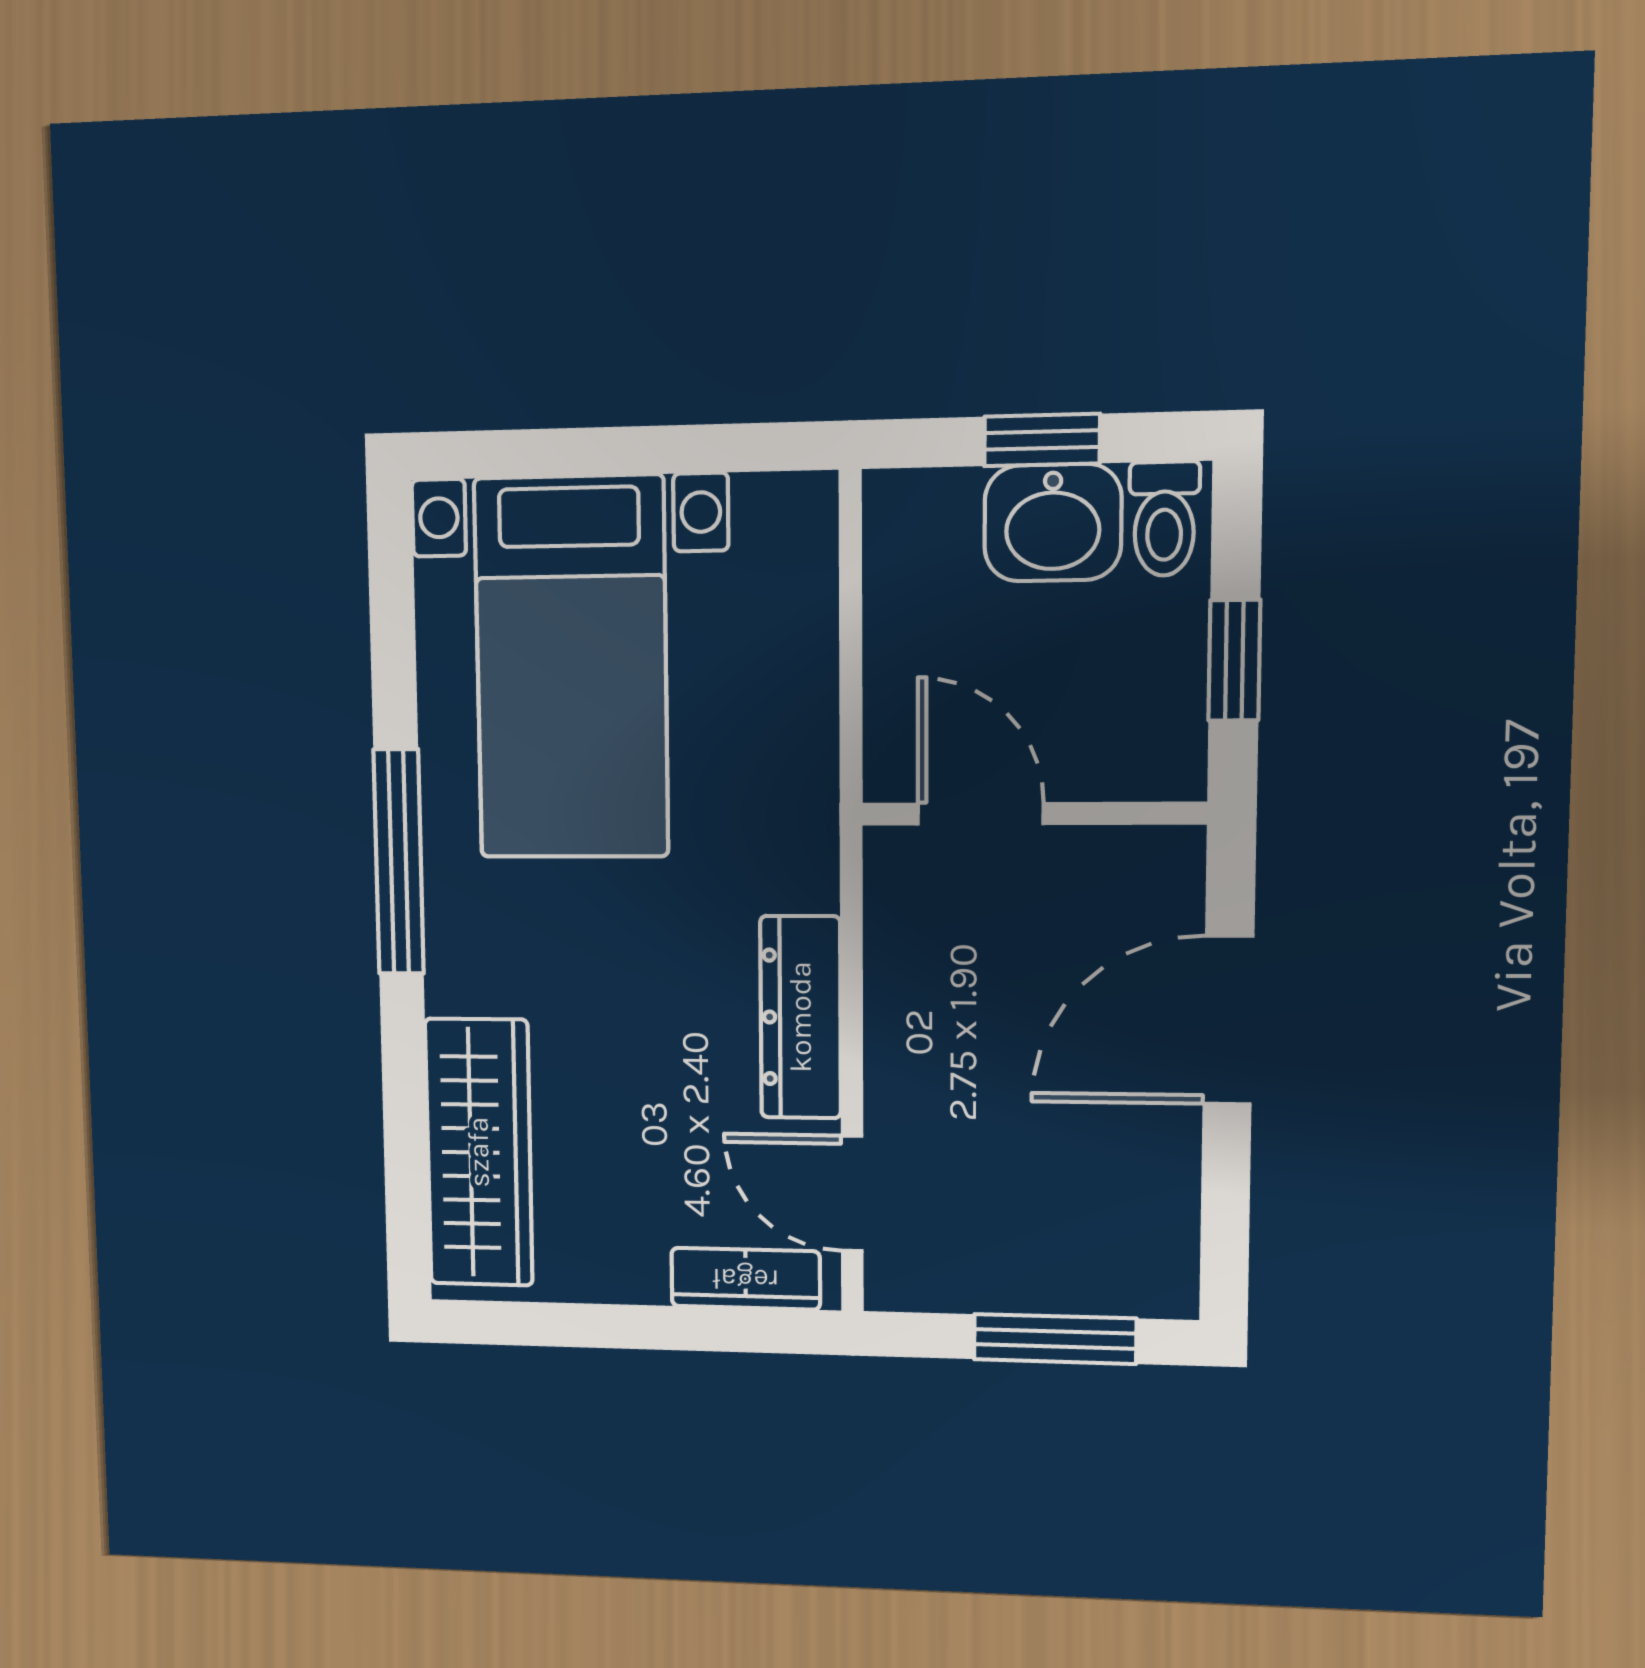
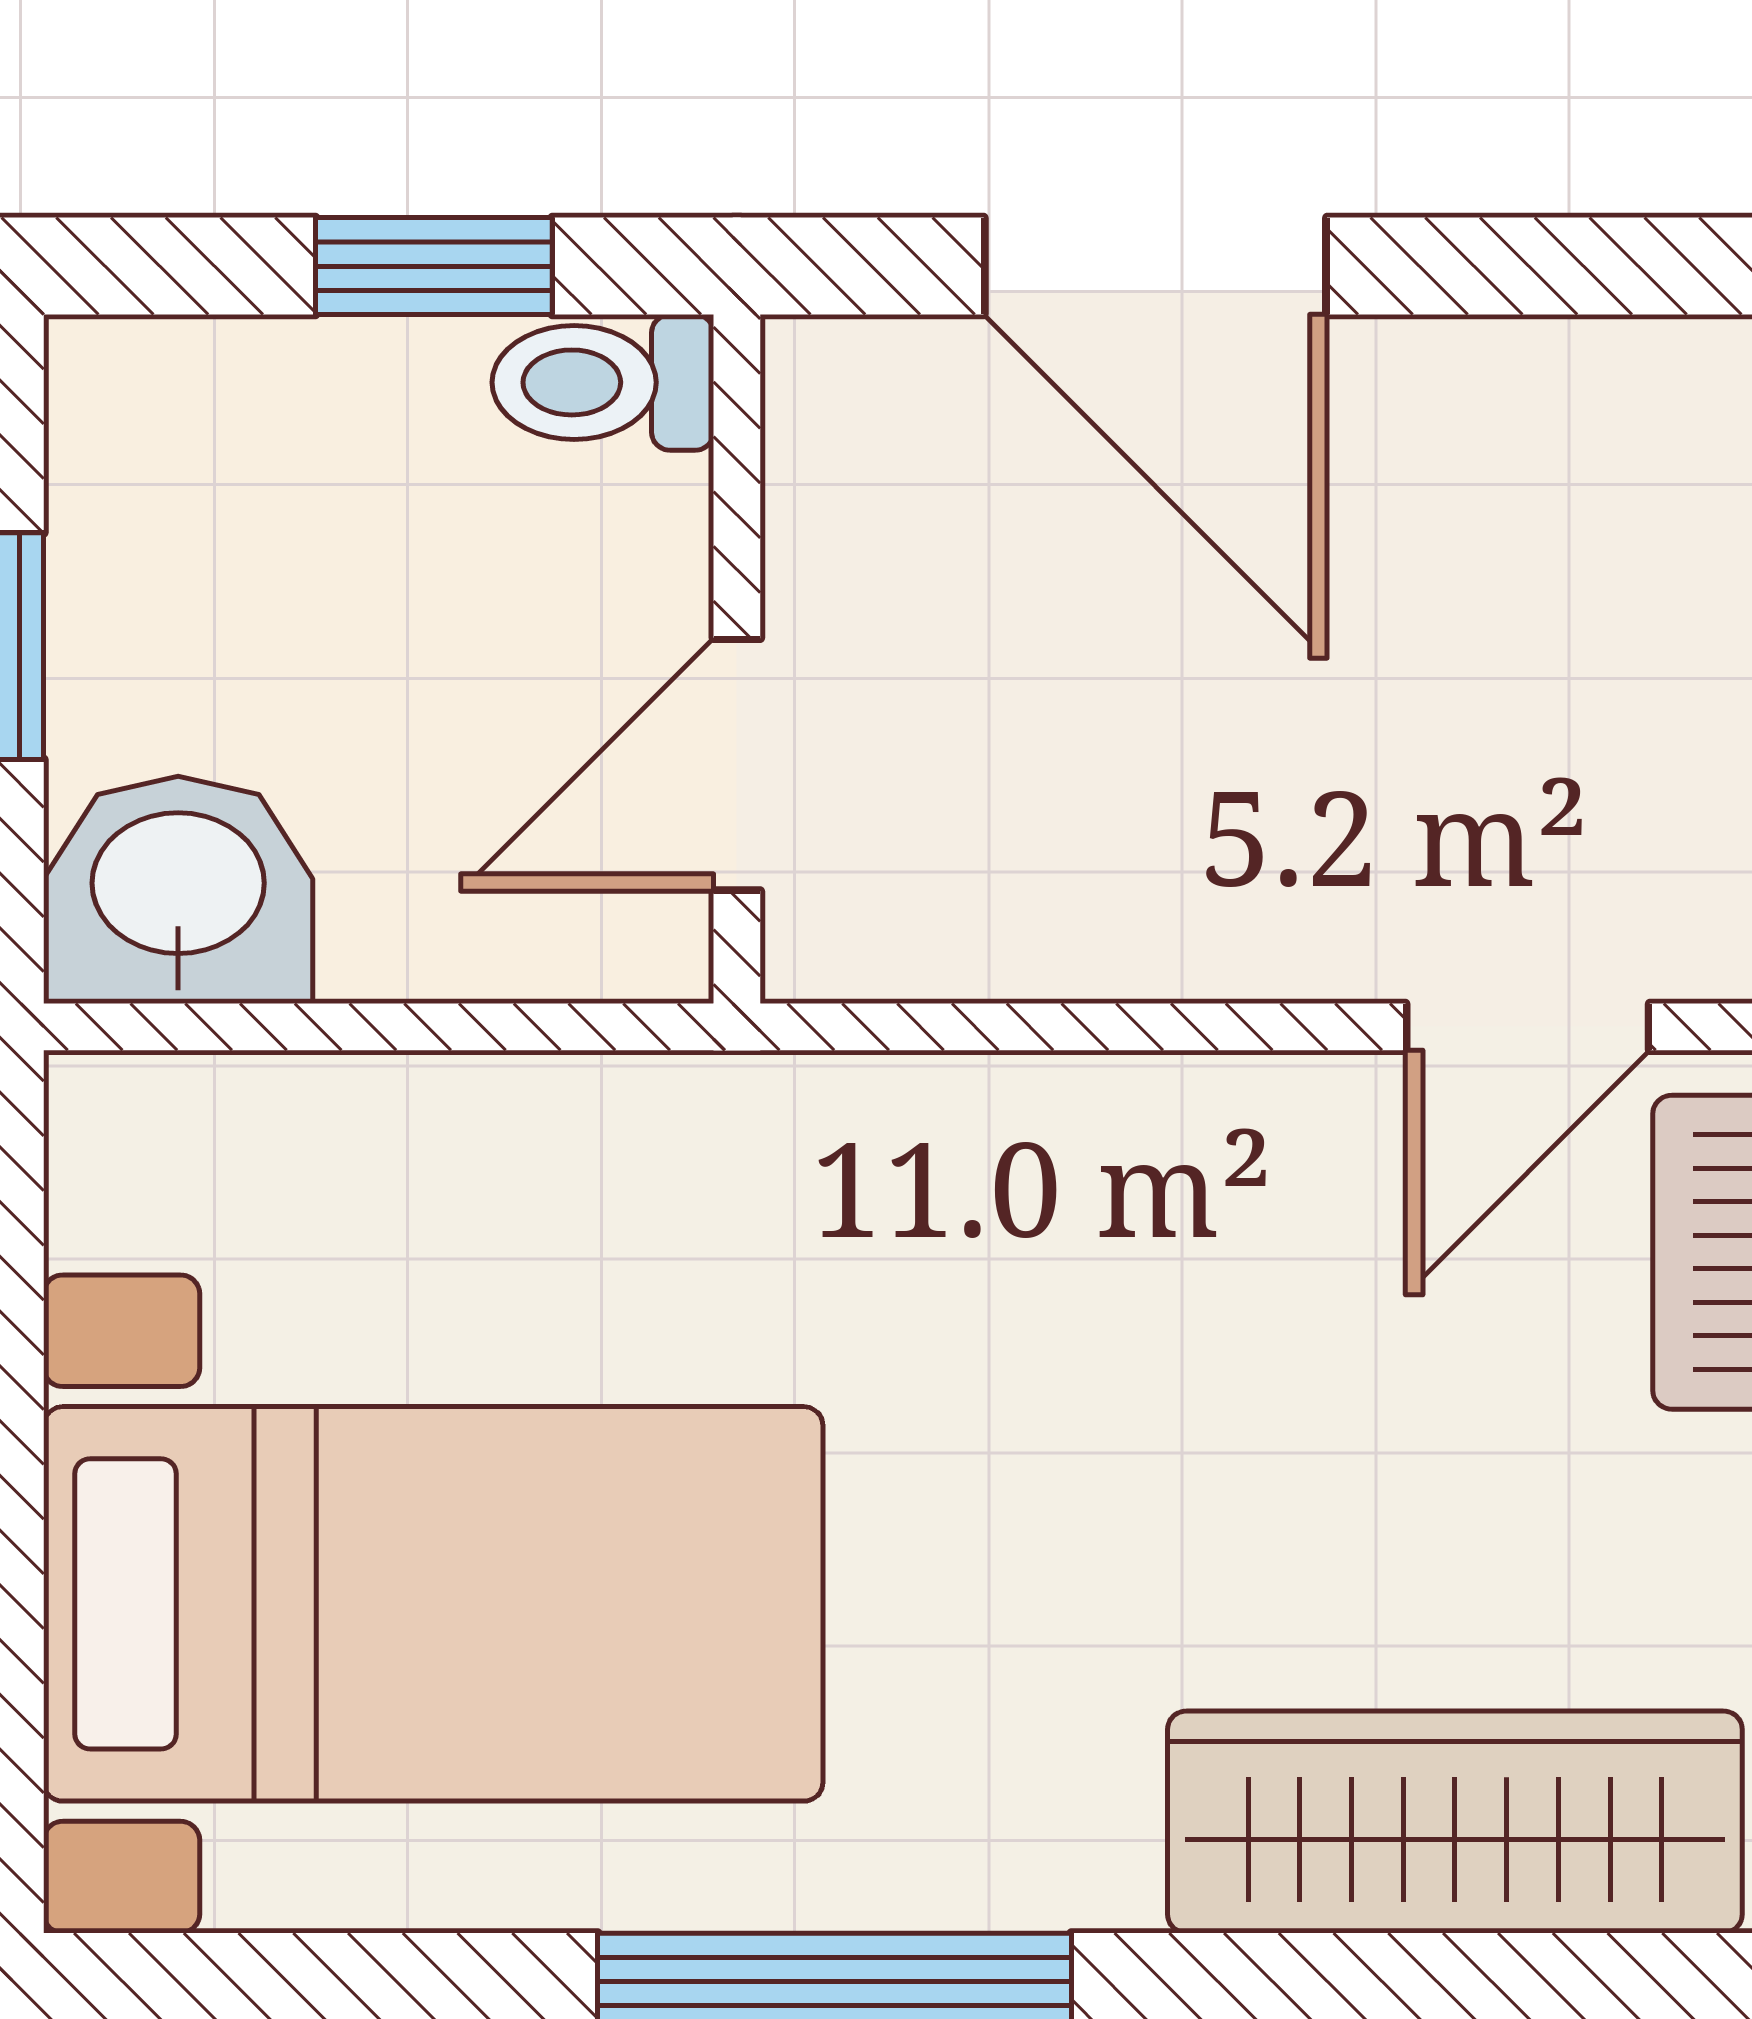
toilet: (1164, 519) -> (603, 382), moved, turned 180
washbasin: (1053, 523) -> (178, 890), moved, turned -90
dresser: (801, 1017) -> (1157, 1133), removed

